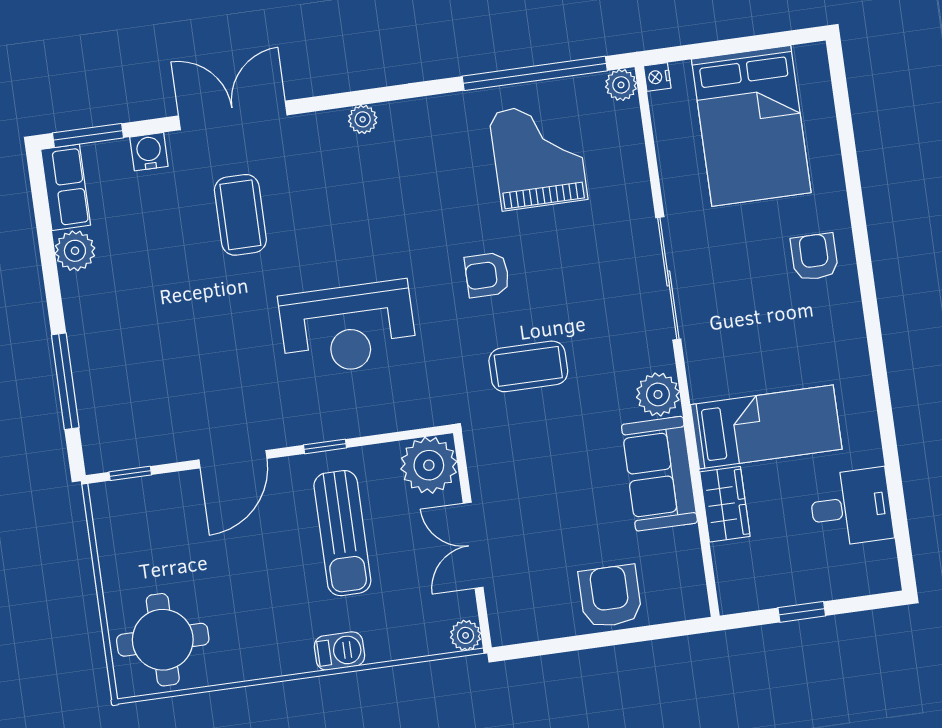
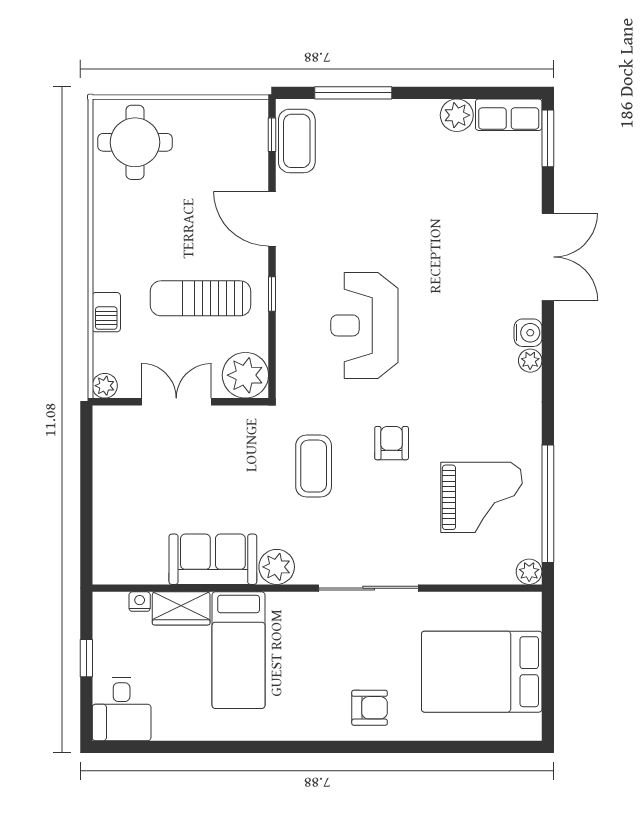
nightstand: (657, 77) -> (140, 602), moved
water cooler: (149, 152) -> (528, 333), moved
coffee table: (240, 215) -> (297, 141), moved, turned 90
desk: (851, 507) -> (122, 709), moved
armchair: (610, 596) -> (120, 506), removed
barbecue: (340, 651) -> (106, 312), moved

